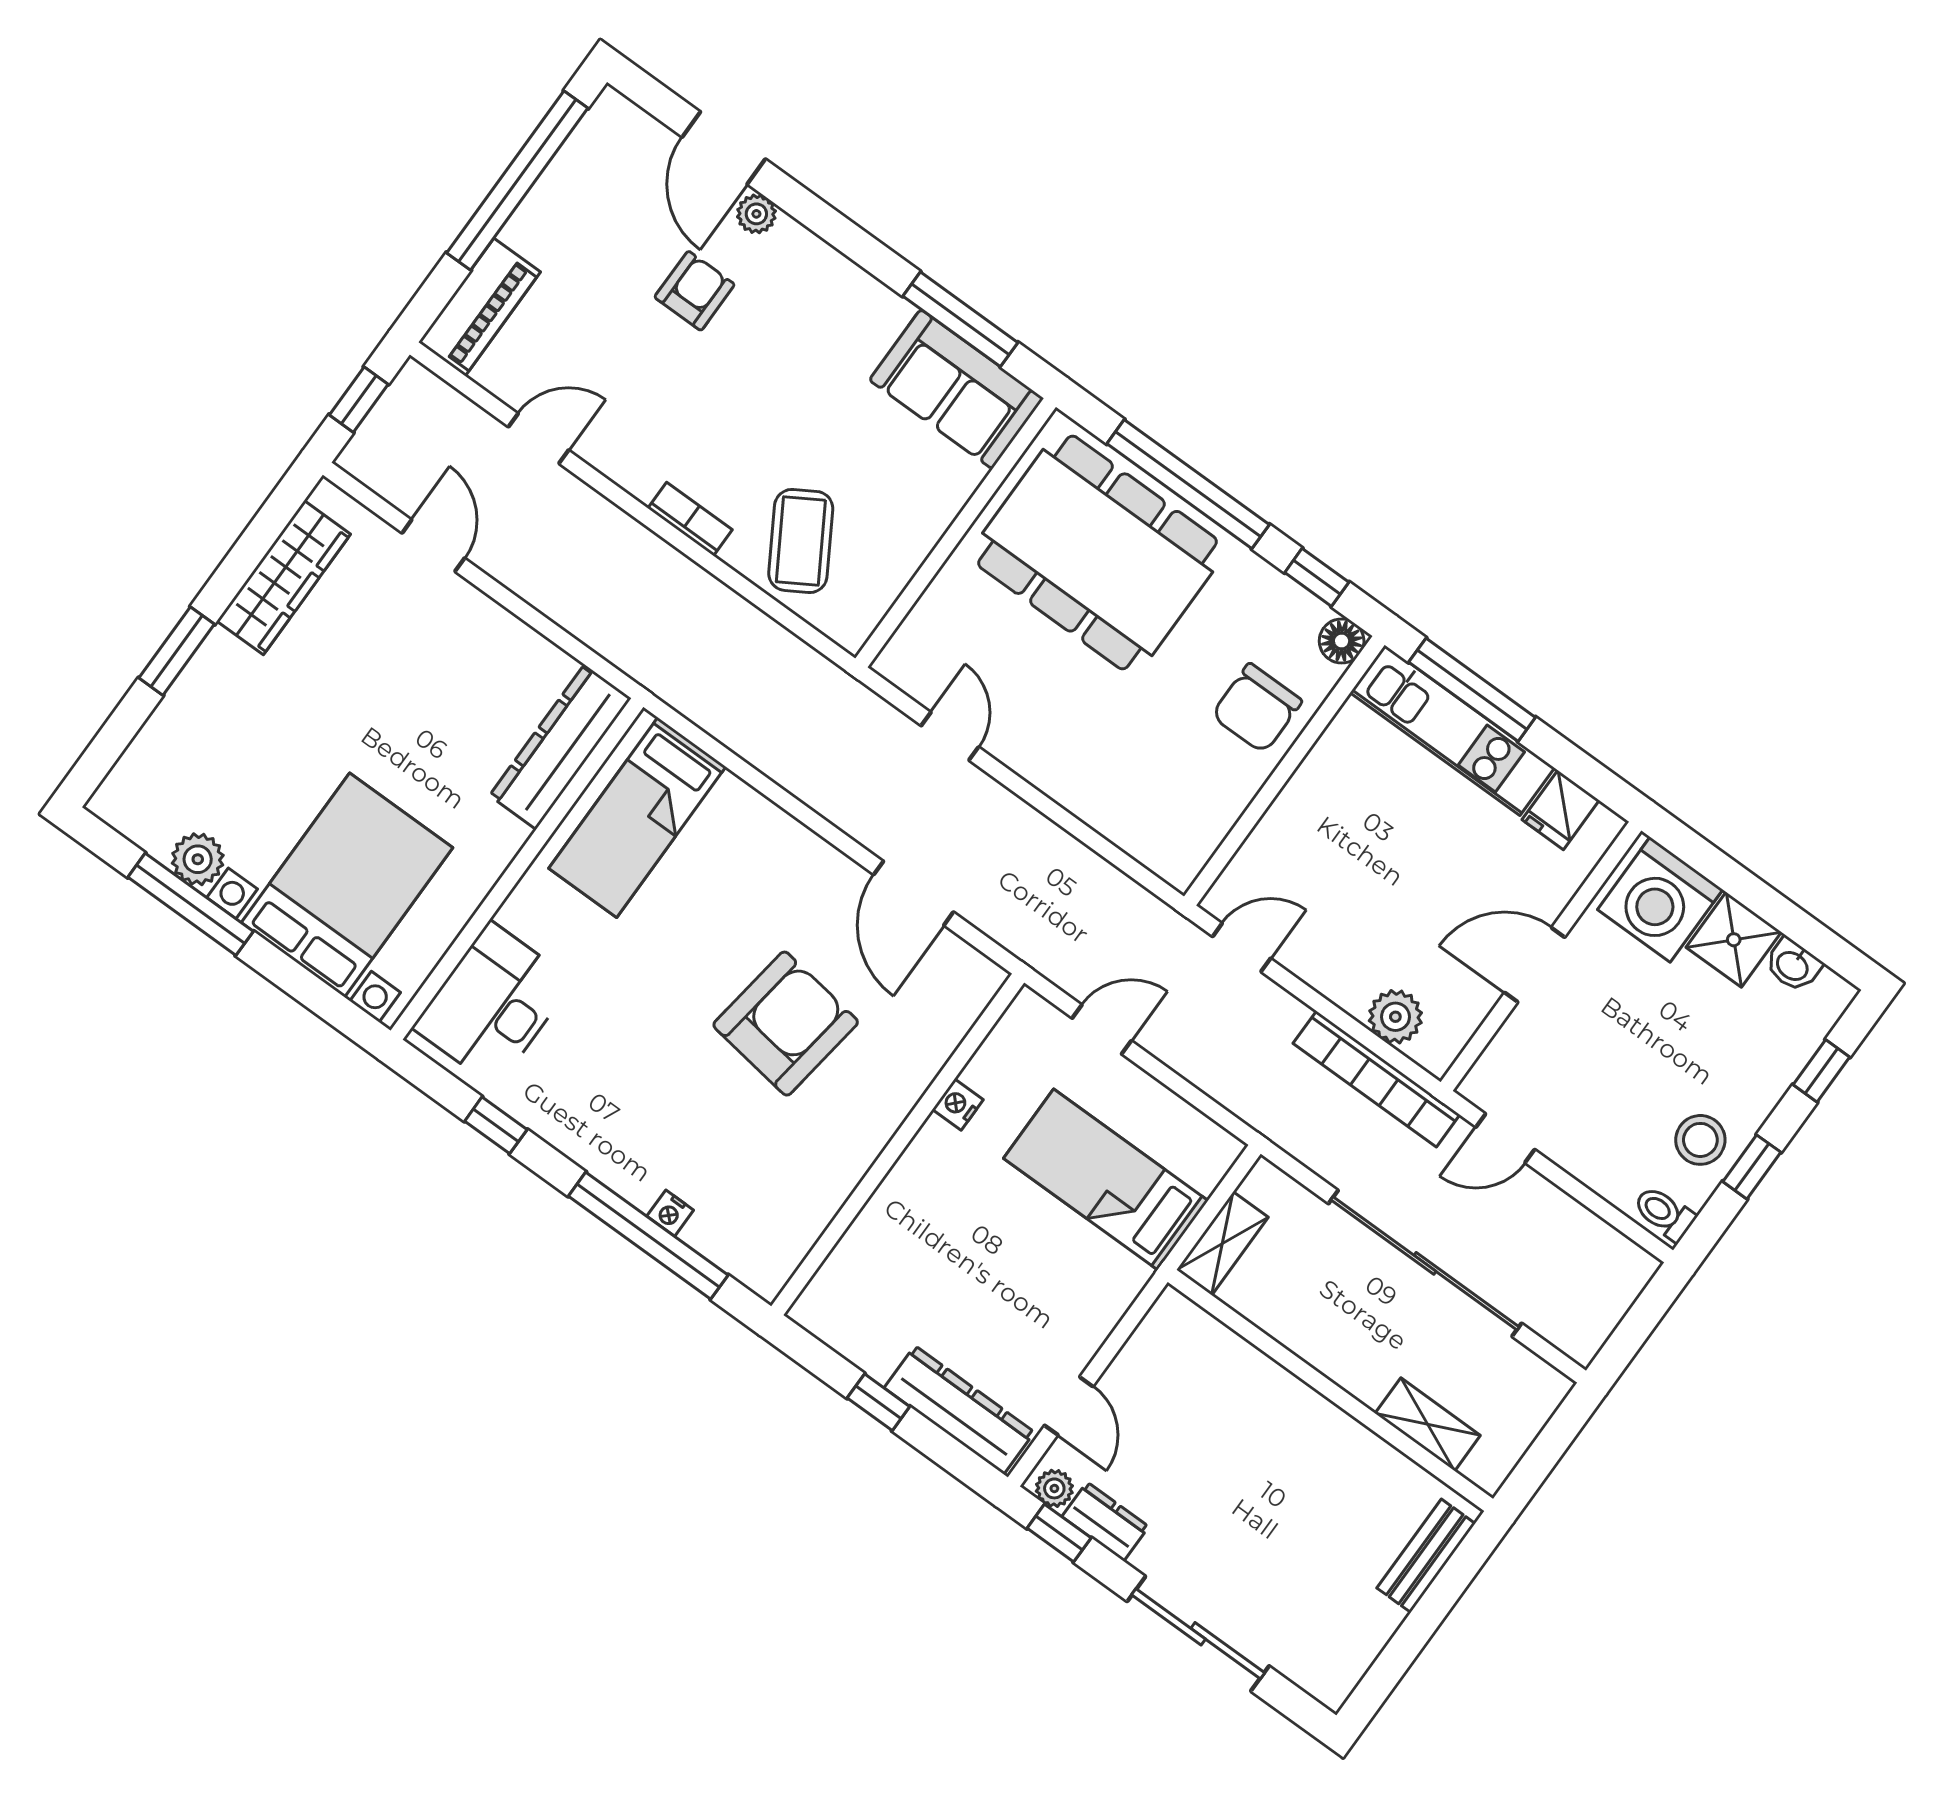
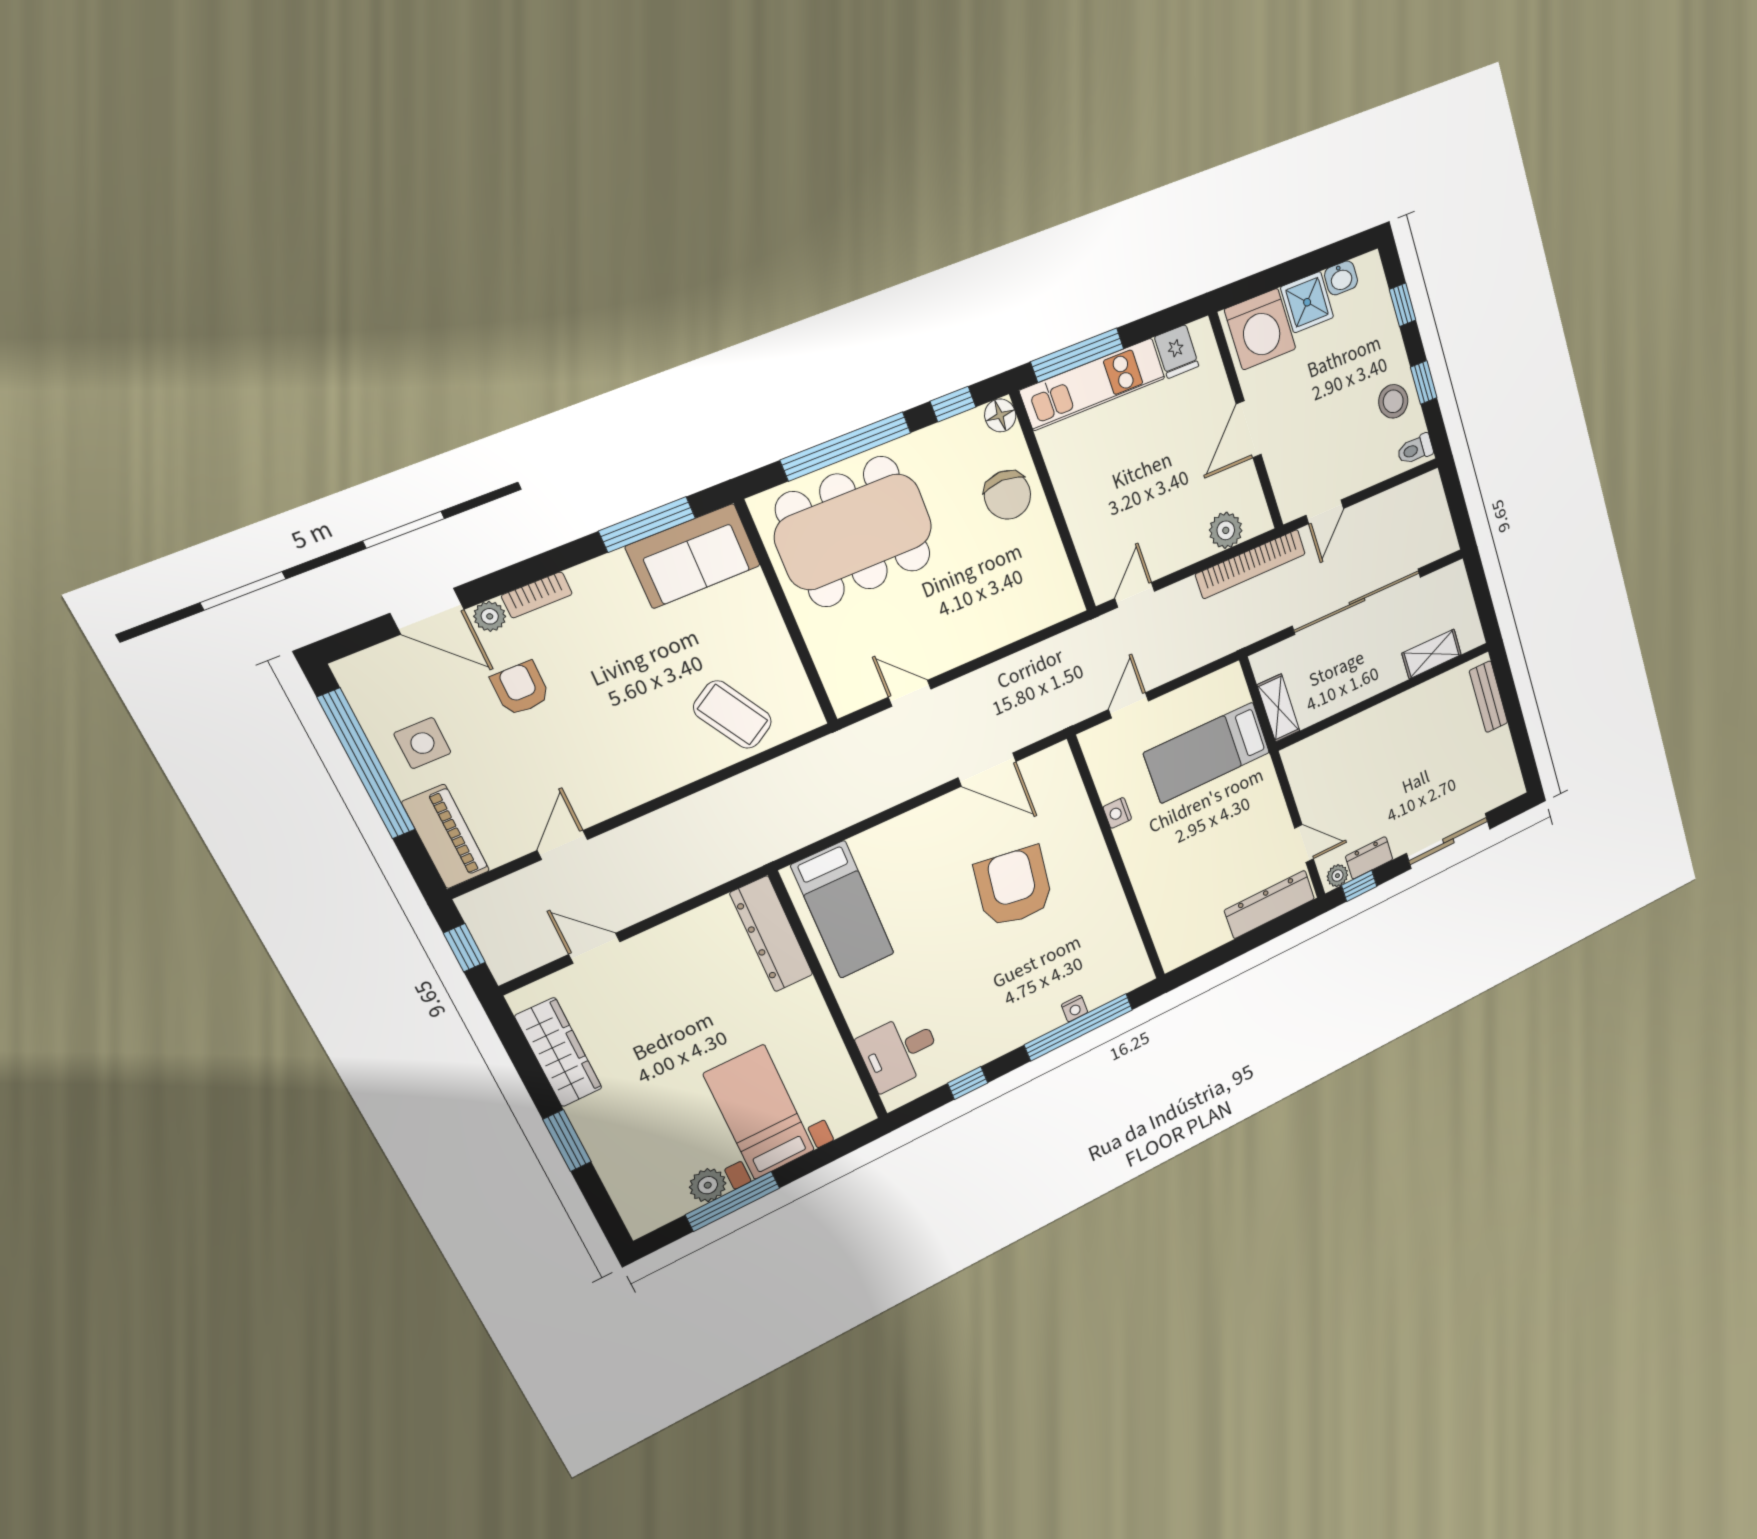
side table: (573, 224) -> (422, 743), added
bookcase: (690, 519) -> (537, 595), moved, turned 180
bed with nightstands: (347, 885) -> (759, 1112), width x0.73
desk: (493, 1004) -> (899, 1051), width x0.73
window: (878, 1402) -> (1239, 946), removed

